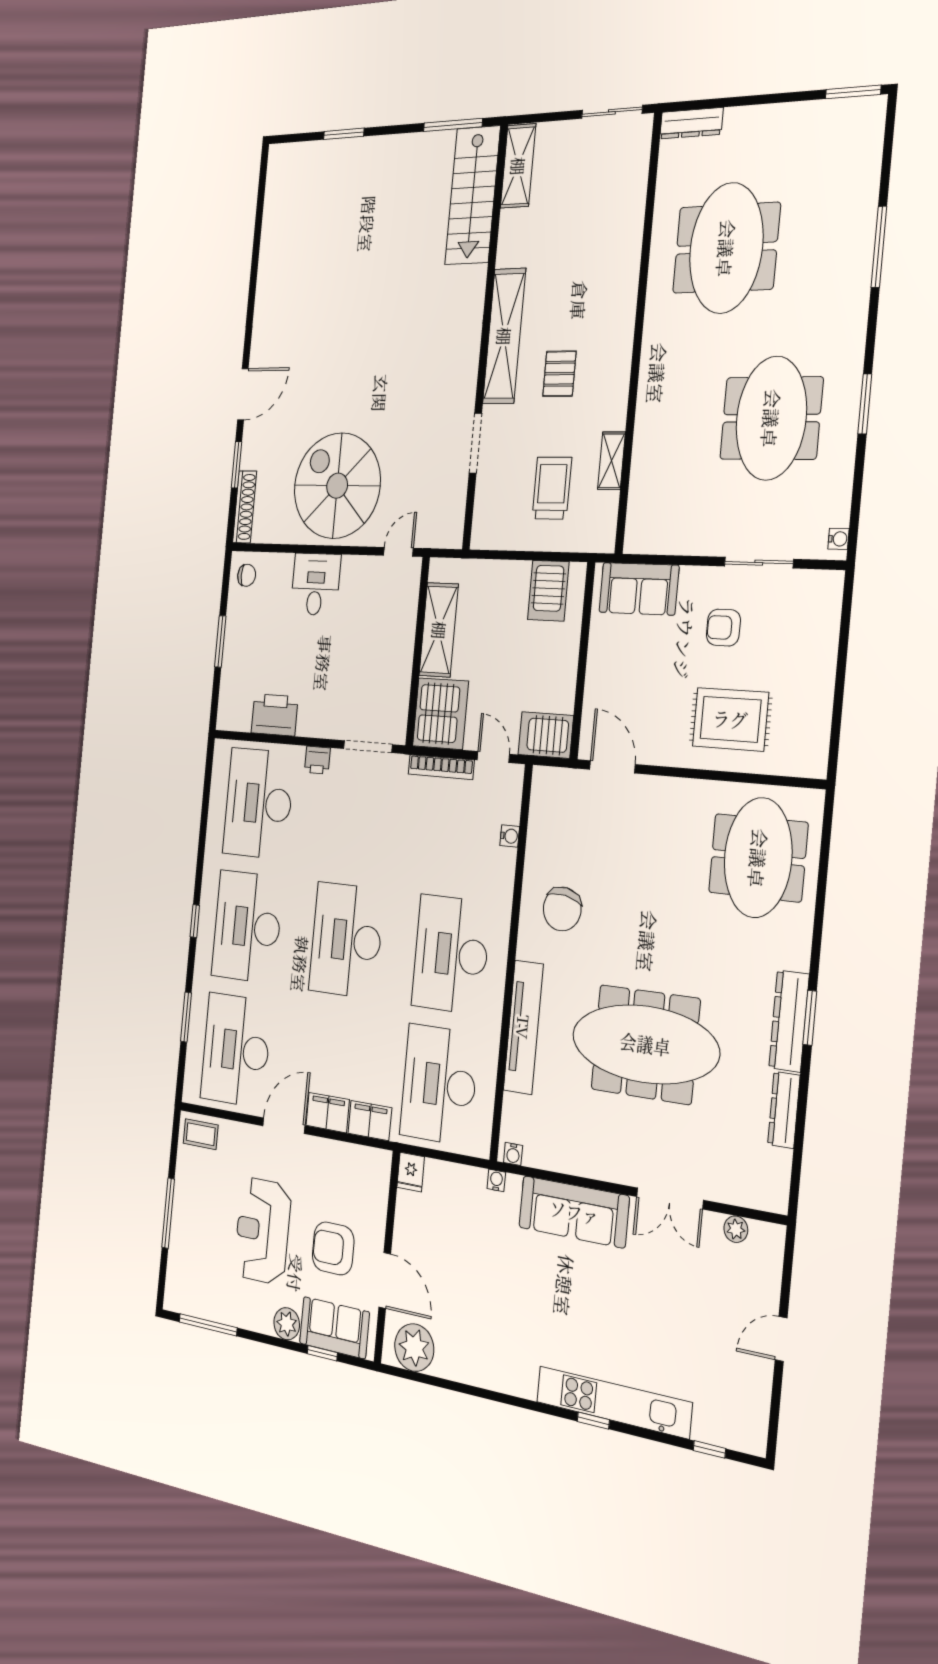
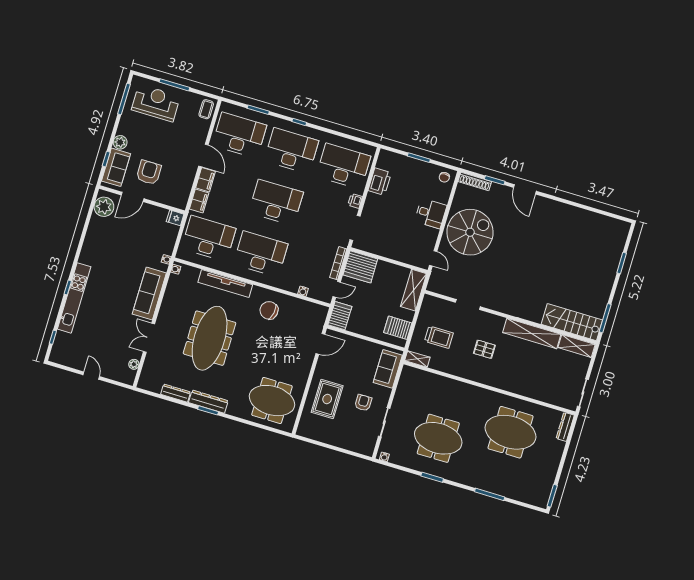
shelving: (504, 336) -> (532, 333), moved
shelving: (611, 461) -> (417, 359), moved
shelving: (439, 630) -> (414, 290), moved, turned 90
reception desk: (263, 1231) -> (156, 103), moved

